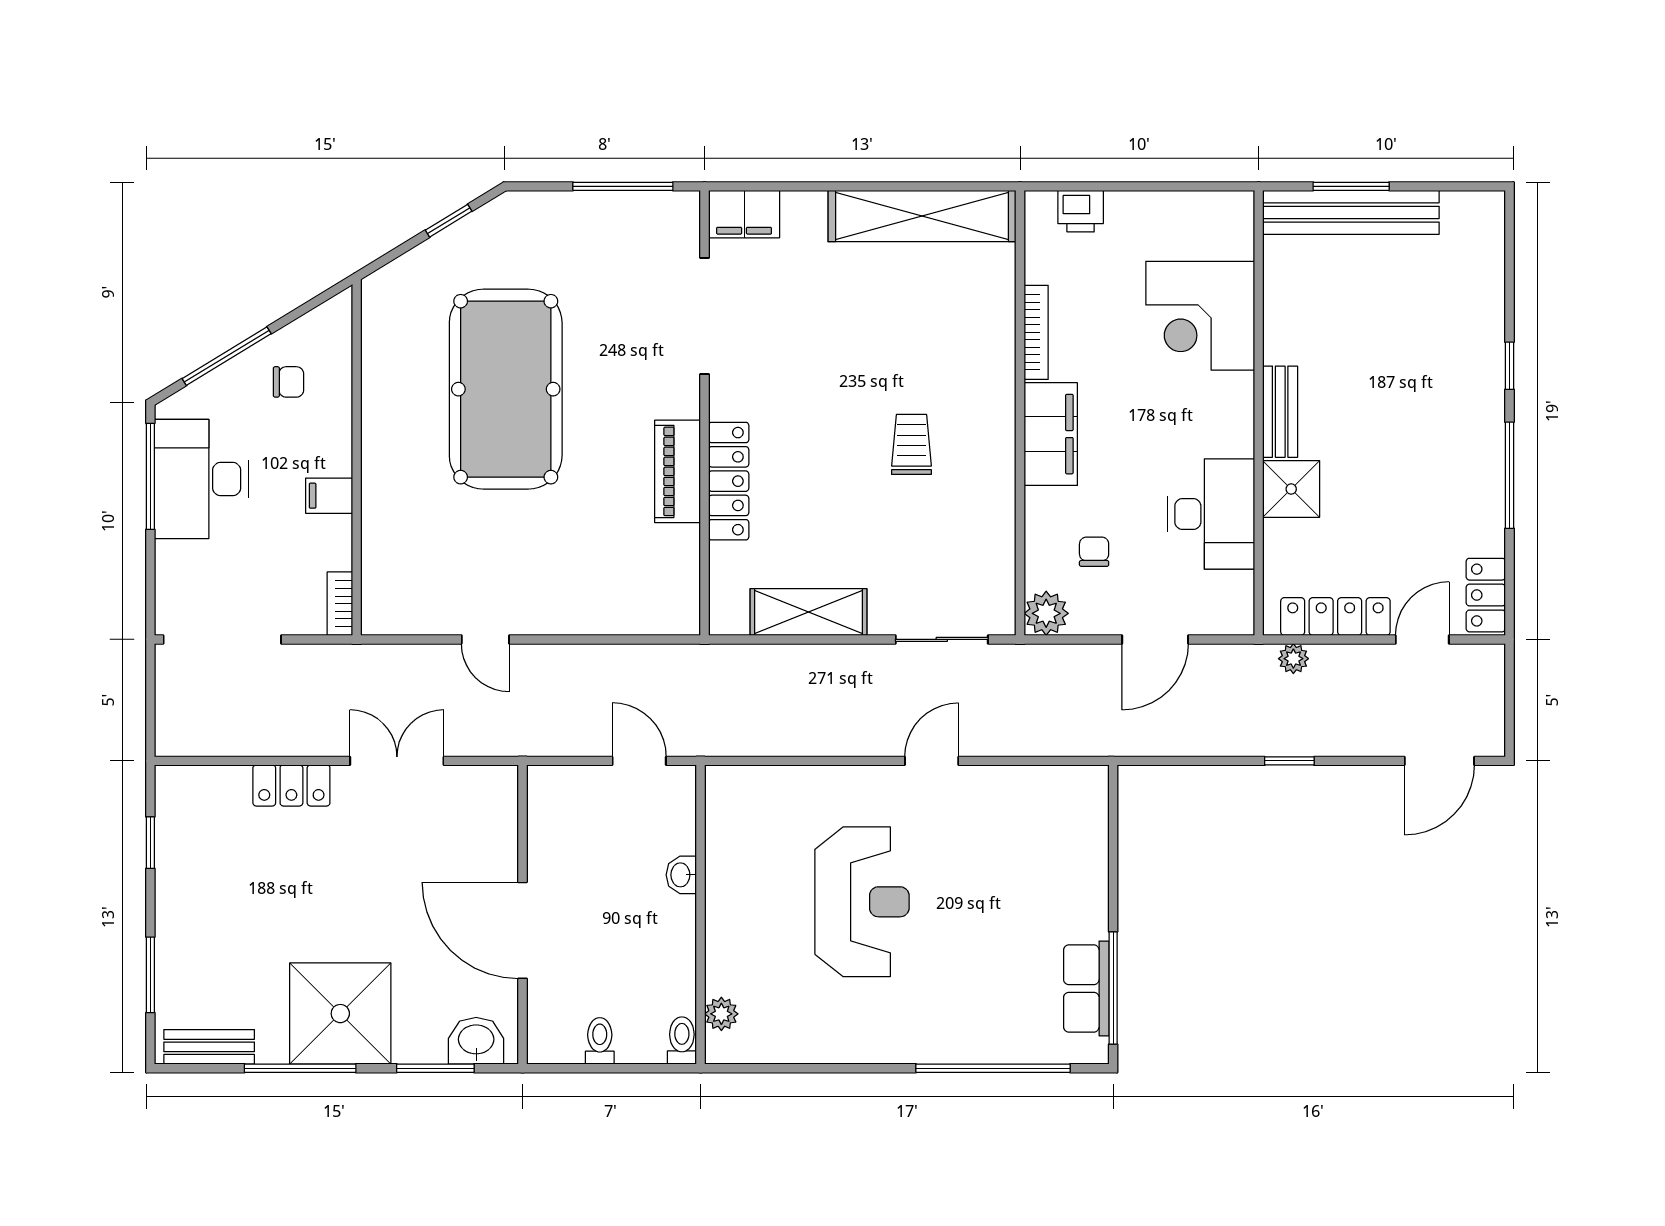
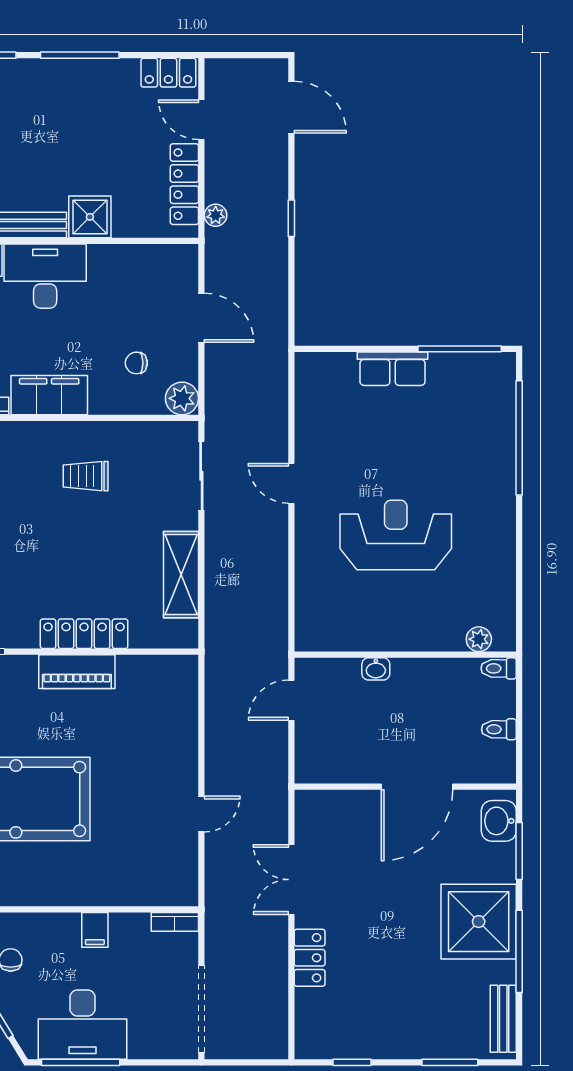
trolley: (911, 444) -> (86, 476), moved
desk: (1211, 514) -> (45, 276), moved
row of seats: (1086, 988) -> (393, 369), moved

